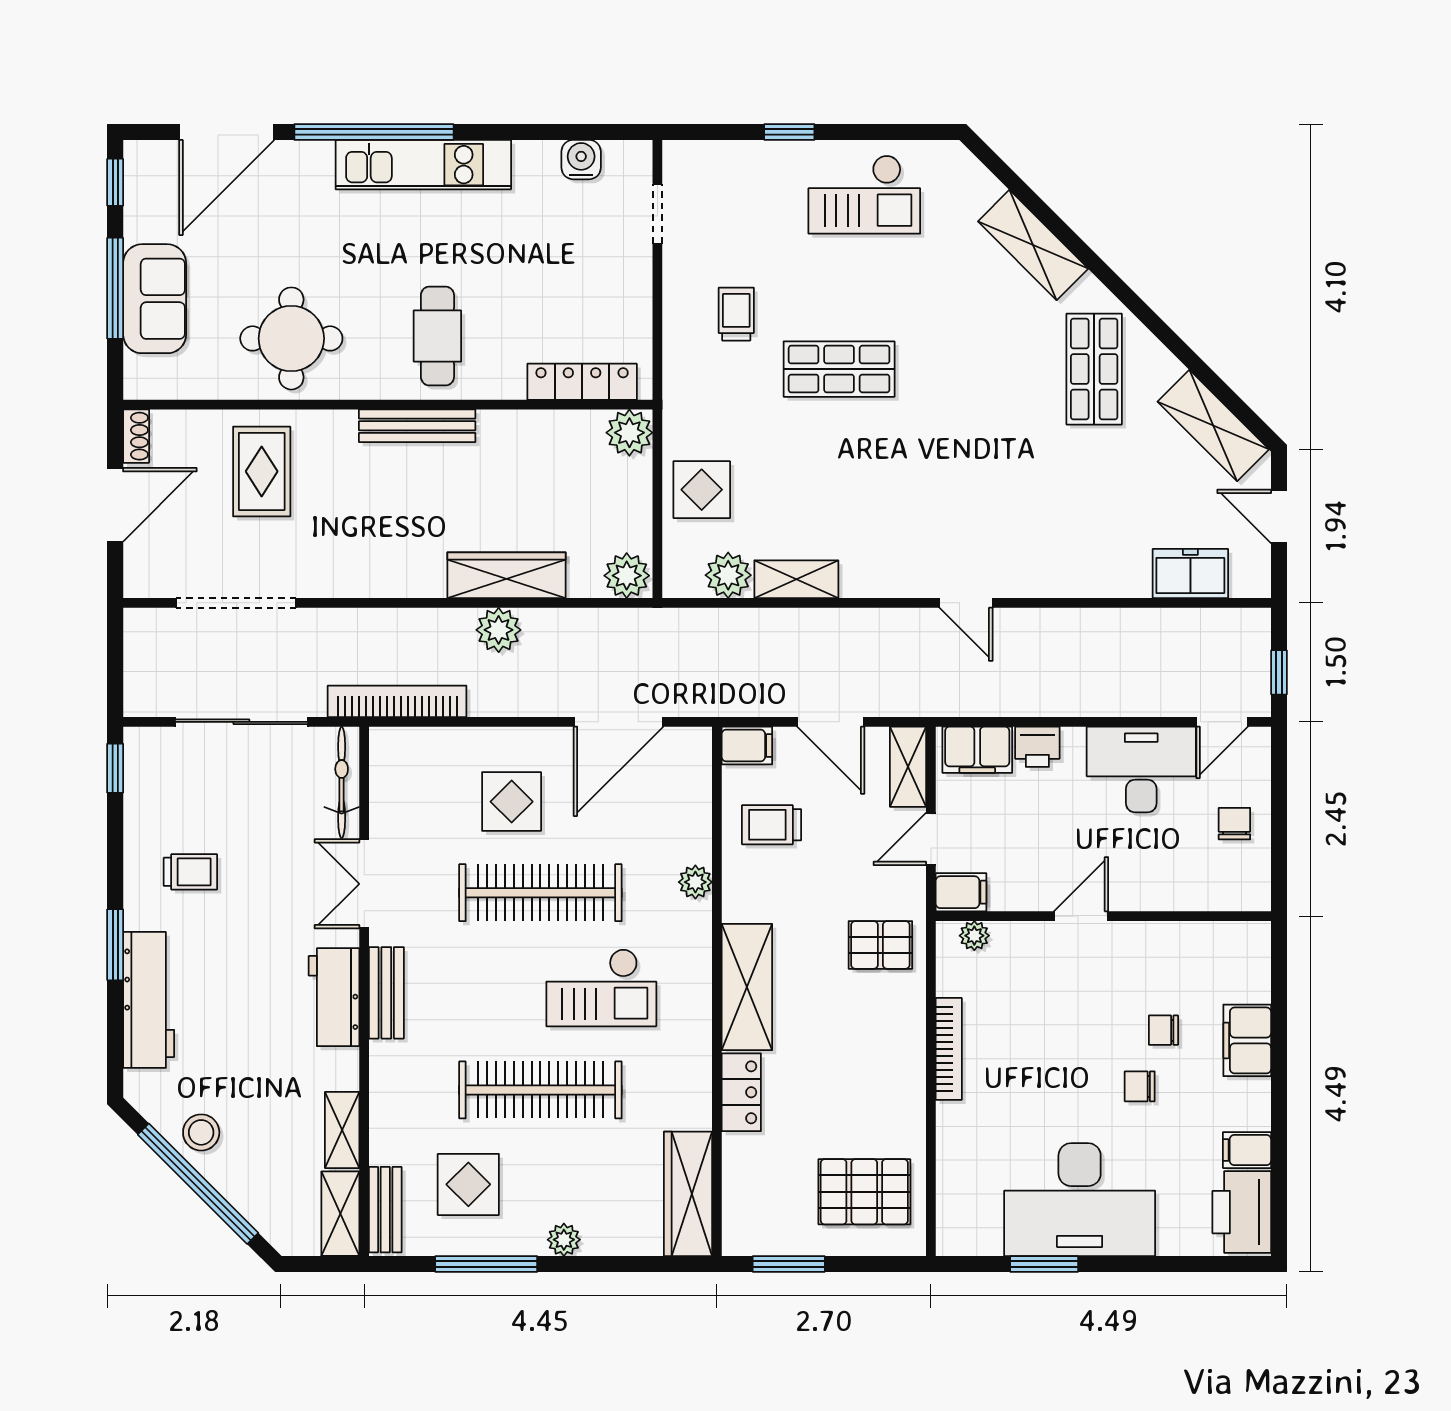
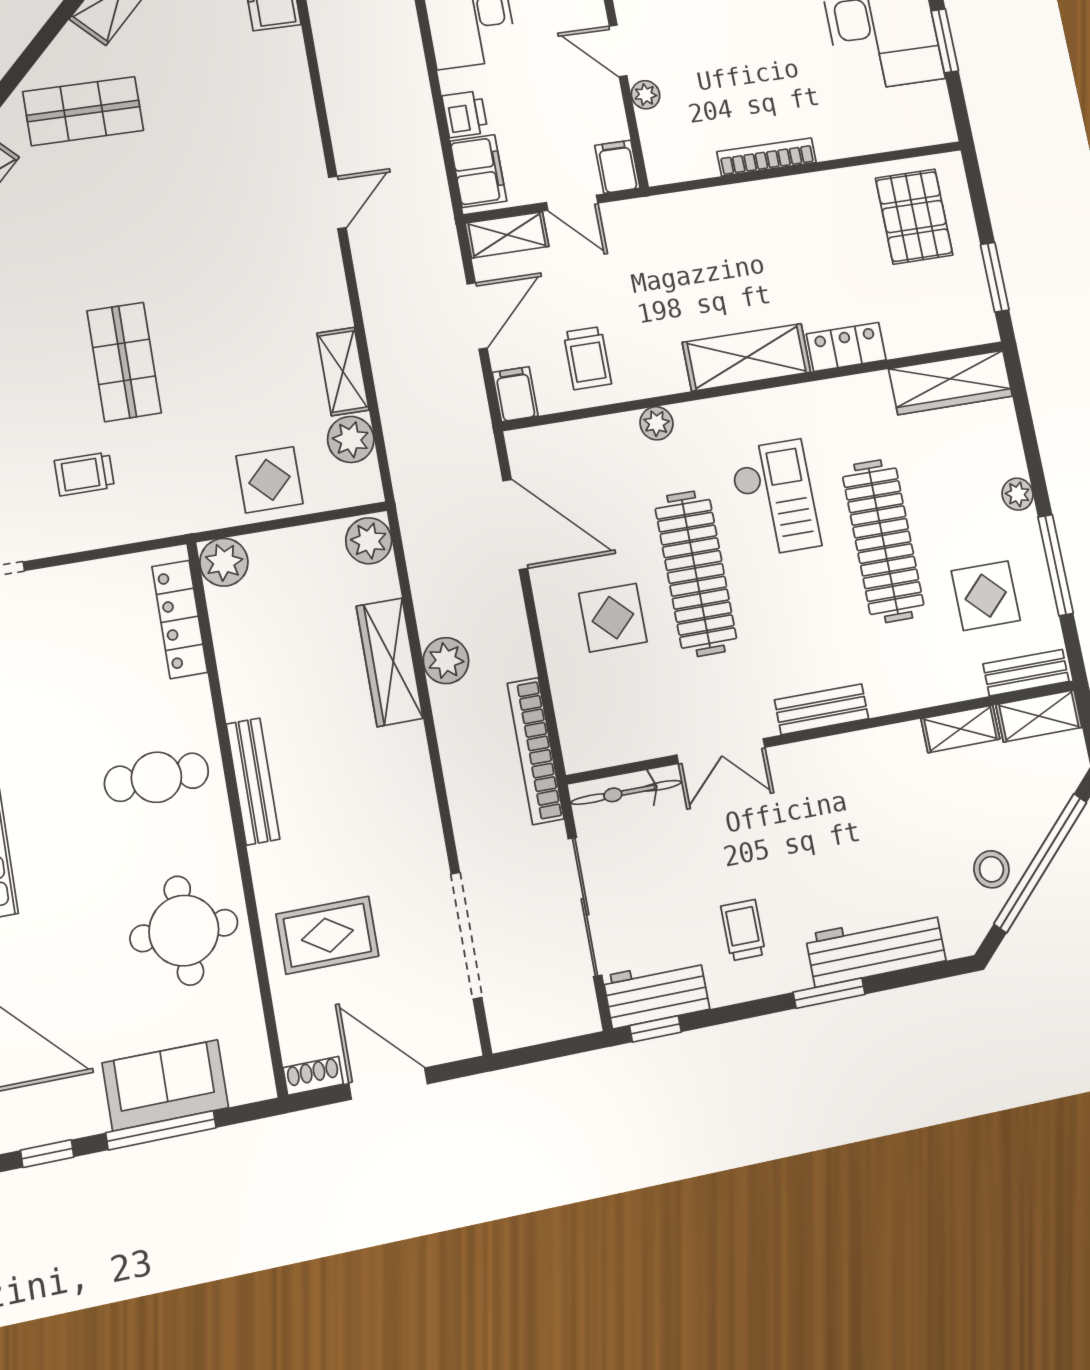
plant: (974, 936) -> (646, 95), moved
pallet: (880, 945) -> (682, 236), removed
workbench: (334, 997) -> (656, 993), moved, turned 180

